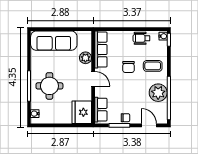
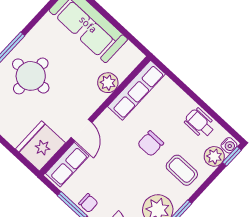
plant: (161, 47) -> (214, 156), added
door: (93, 79) -> (81, 130), moved

